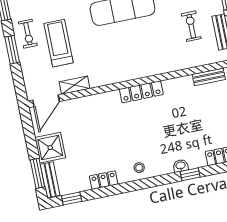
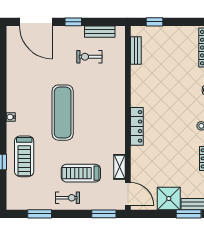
window: (12, 50) -> (104, 214), moved
locker: (141, 92) -> (137, 126), moved

